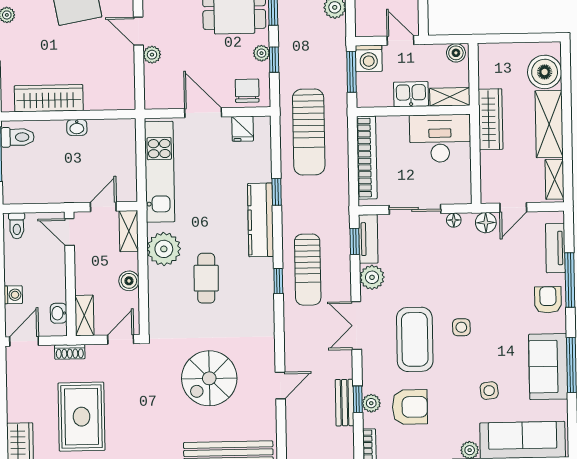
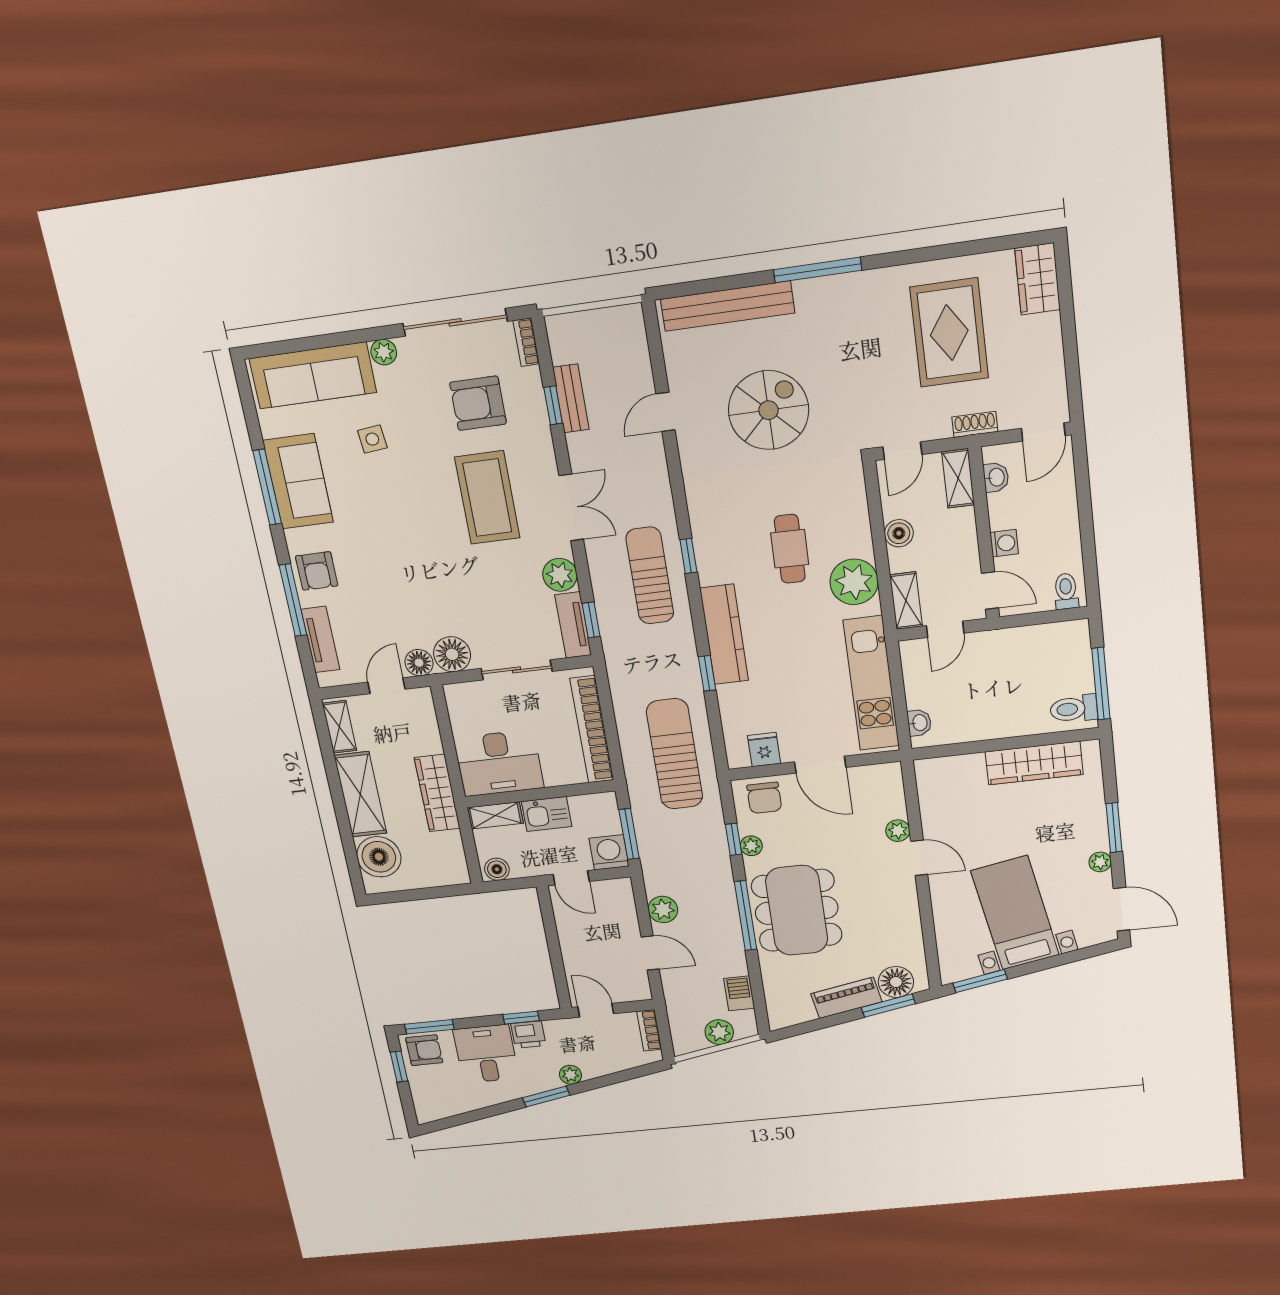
washbasin: (77, 127) -> (919, 723), moved, turned 90
floor lamp: (454, 220) -> (452, 654), width x1.89, depth x1.89
washing machine: (13, 295) -> (1004, 543), moved, turned 180
side table: (461, 327) -> (426, 521), removed
plant: (371, 403) -> (533, 402), removed

